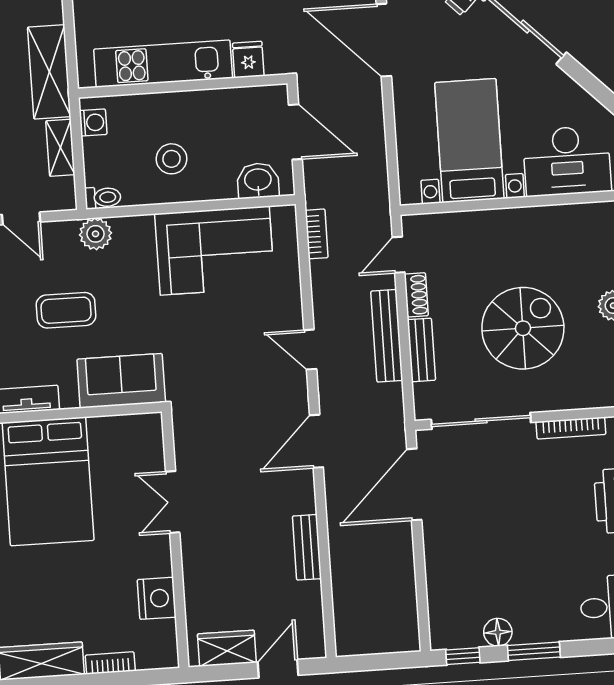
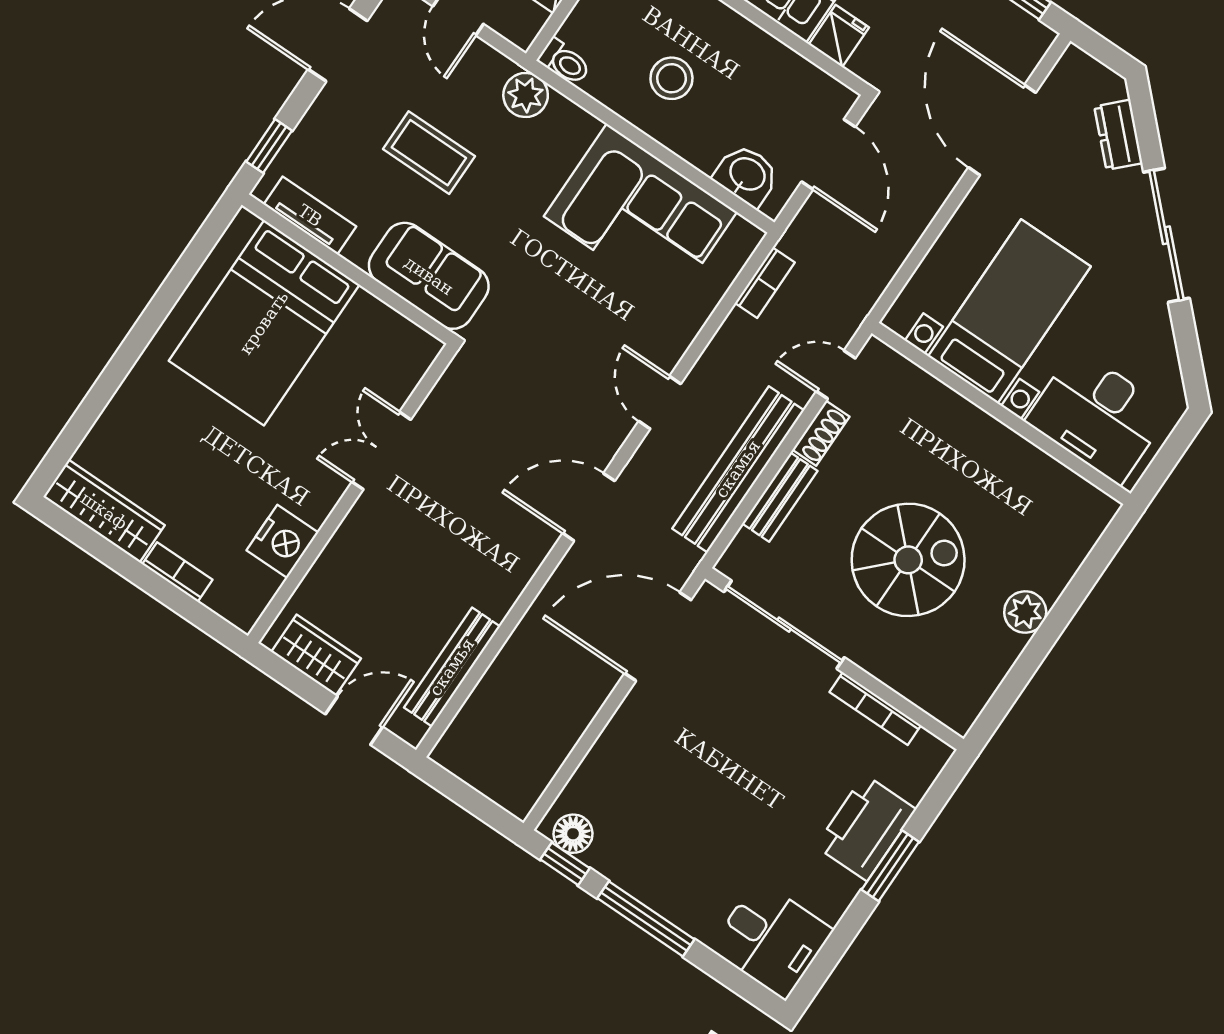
bench: (387, 336) -> (738, 469), width x1.37, depth x1.21
bench: (307, 547) -> (452, 667), moved, width x1.36
floor lamp: (498, 632) -> (573, 834), moved
window: (534, 651) -> (646, 919), width x1.44

